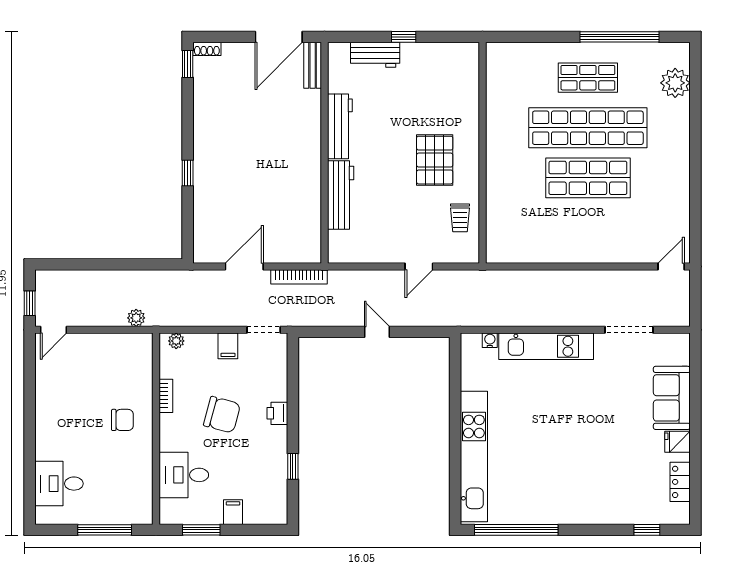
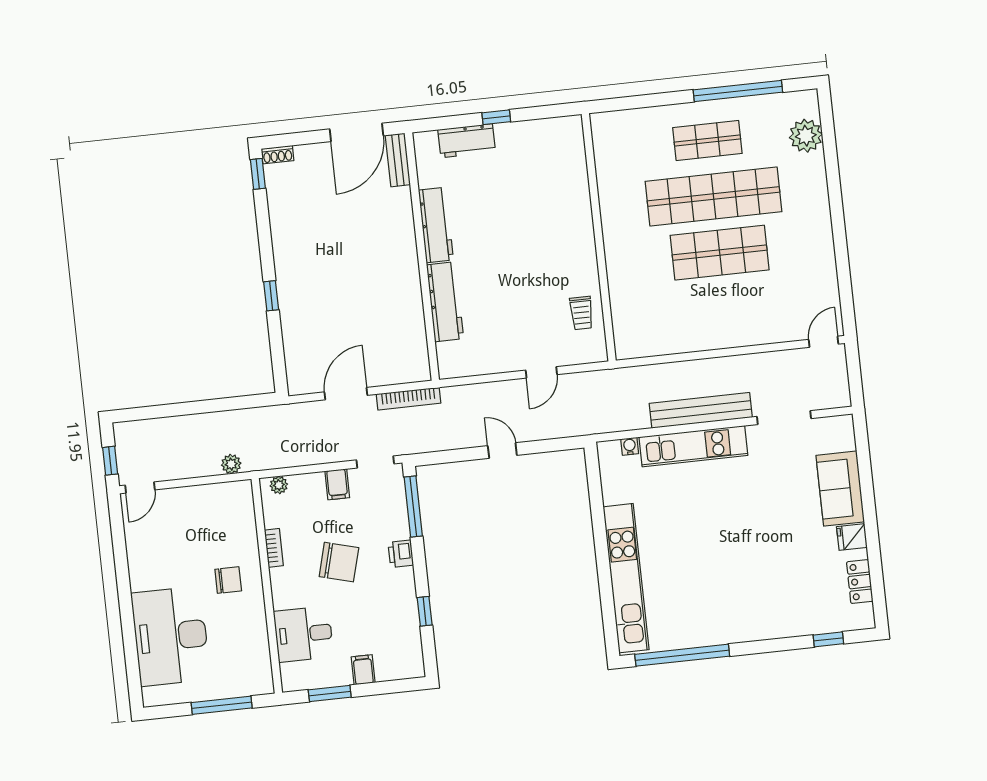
pallet: (435, 160) -> (546, 251), removed
bench: (556, 315) -> (701, 410), added
window: (293, 373) -> (413, 506), added
desk: (59, 484) -> (171, 636), width x1.87, depth x1.30

